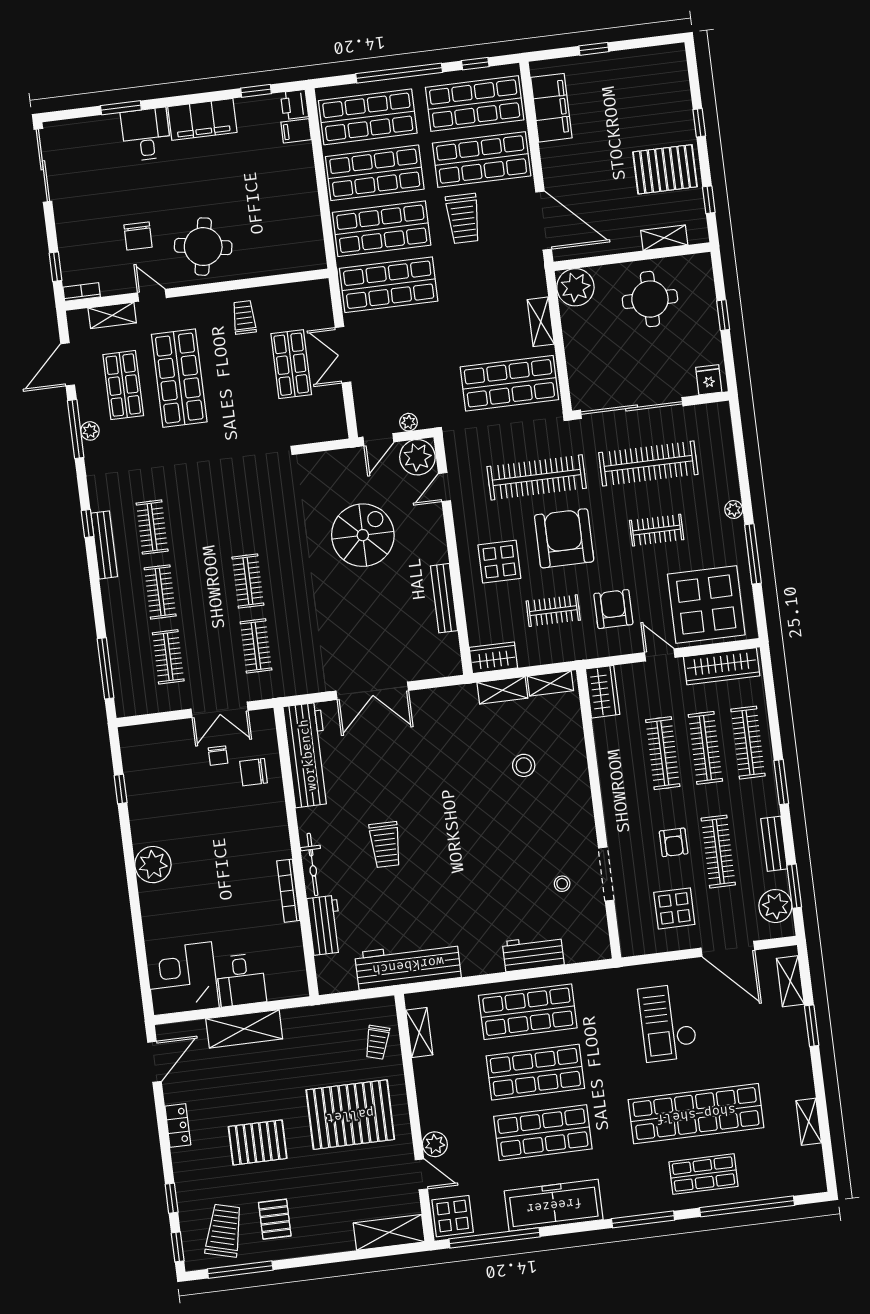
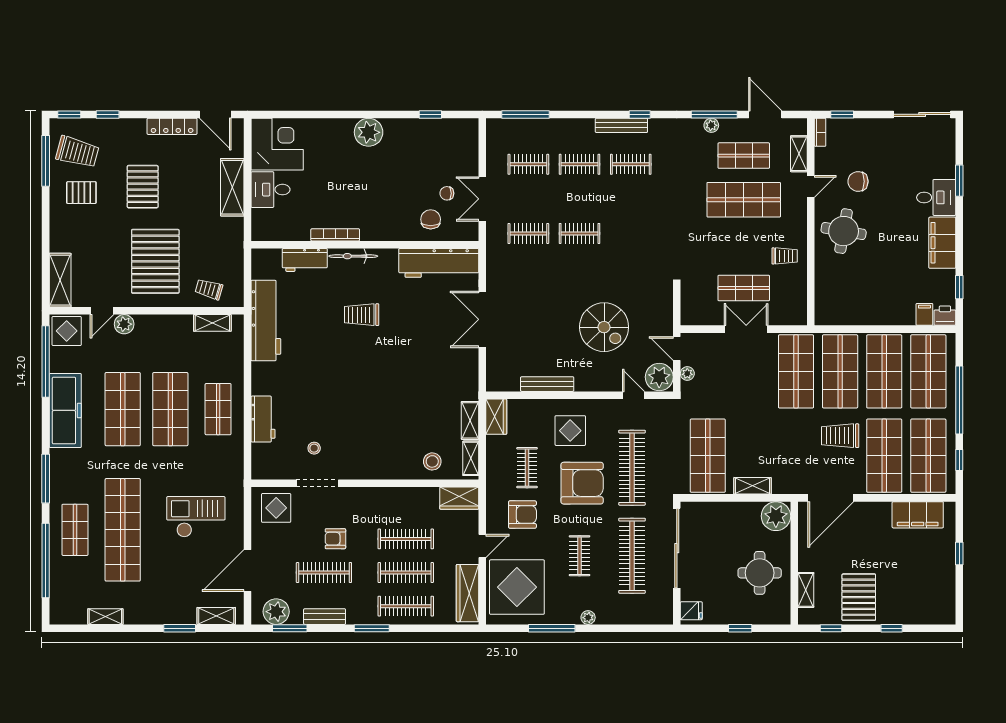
stool: (524, 765) -> (432, 461), moved
display table: (674, 908) -> (276, 508), moved
shop shelf: (528, 1012) -> (218, 409), width x0.70, depth x0.74
locker: (178, 1126) -> (172, 126), width x1.53

